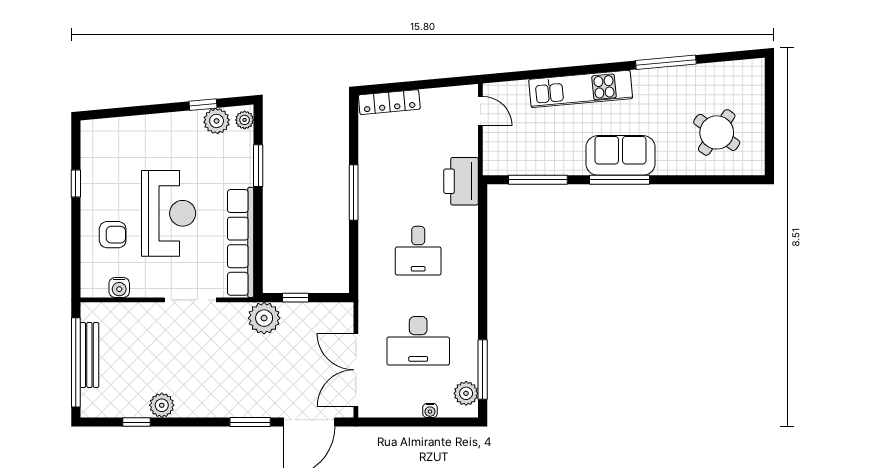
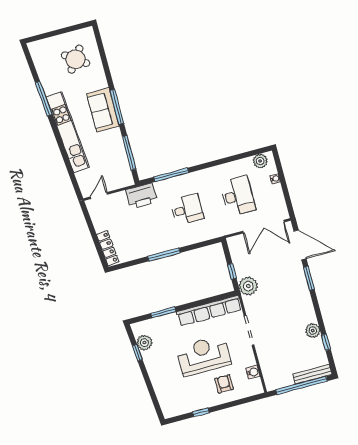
kitchen unit: (581, 89) -> (68, 132), width x1.36
plant: (245, 120) -> (140, 327), removed
bench: (89, 355) -> (312, 374), moved
window: (483, 369) -> (171, 175), moved

